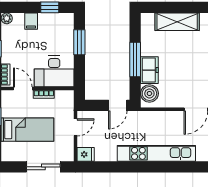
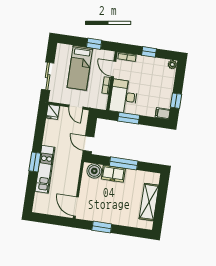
filing cabinet: (31, 21) -> (163, 113), moved
window: (79, 42) -> (129, 118), moved
door: (23, 89) -> (114, 69), swing flipped
kitchen unit: (156, 153) -> (45, 169), width x0.73
window: (149, 167) -> (35, 162), added

